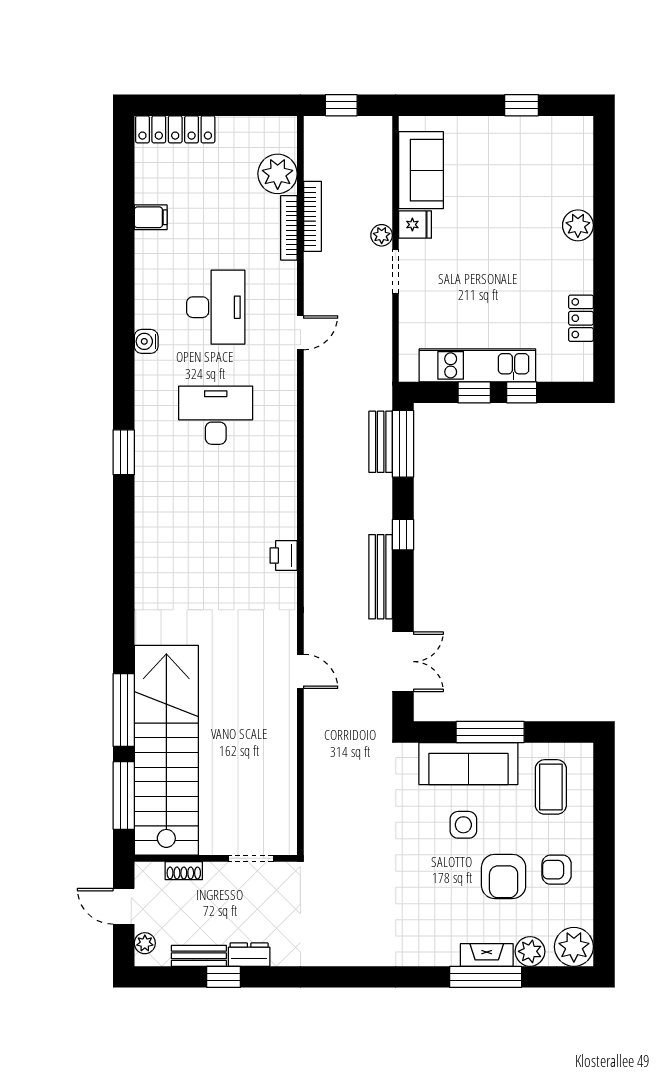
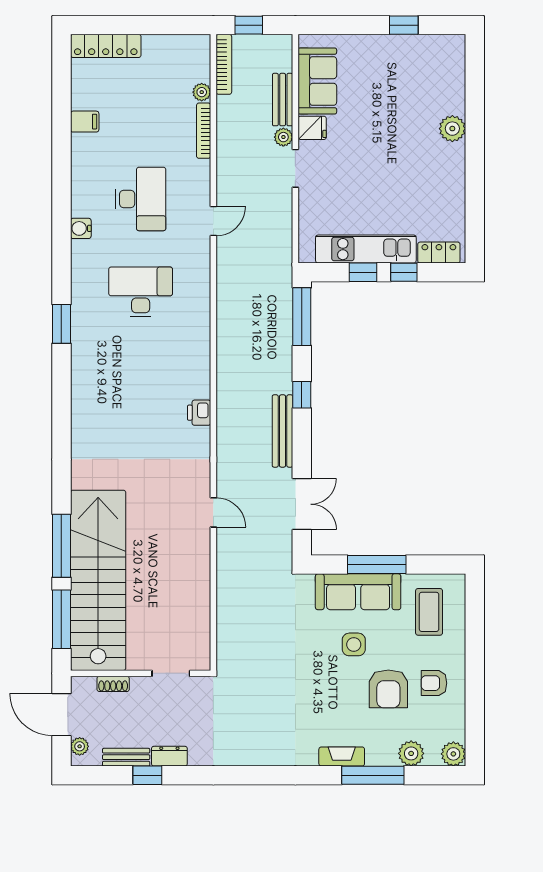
plant: (278, 174) -> (202, 92), width x0.53, depth x0.53
bookcase: (312, 216) -> (224, 64), moved
locker: (581, 318) -> (439, 253), moved, turned 90
bench: (381, 442) -> (283, 100), moved
door: (124, 906) -> (61, 715), width x1.38
plant: (574, 947) -> (453, 754), width x0.73, depth x0.73
fireplace: (487, 955) -> (342, 756), moved

